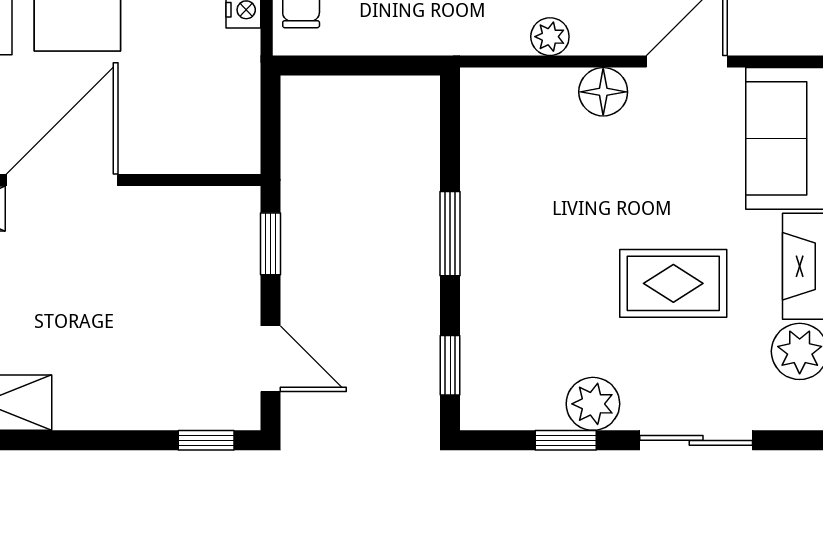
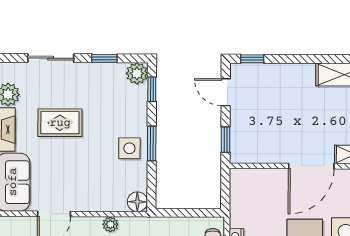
floor lamp: (603, 92) -> (137, 202), moved
side table: (504, 222) -> (129, 148), added
plant: (593, 404) -> (137, 73), moved

